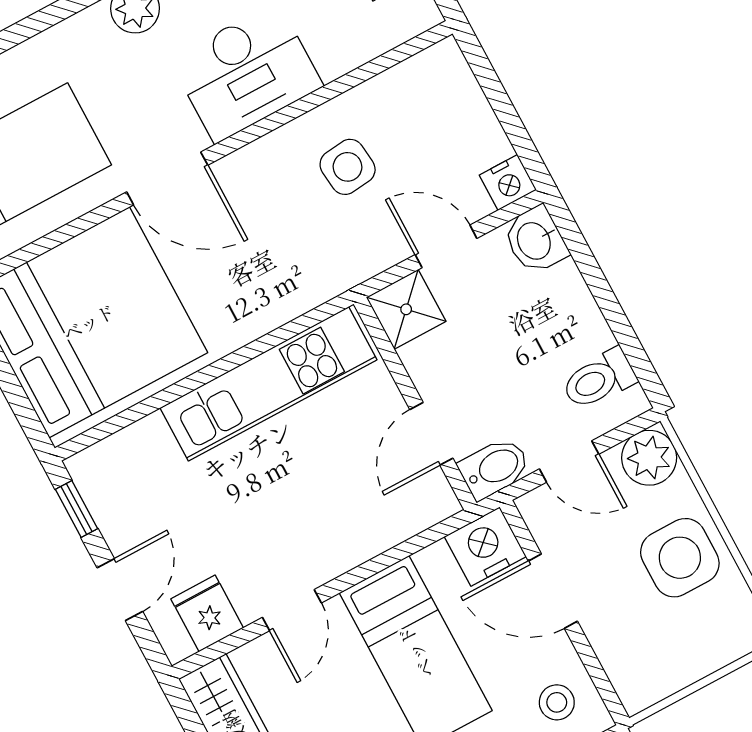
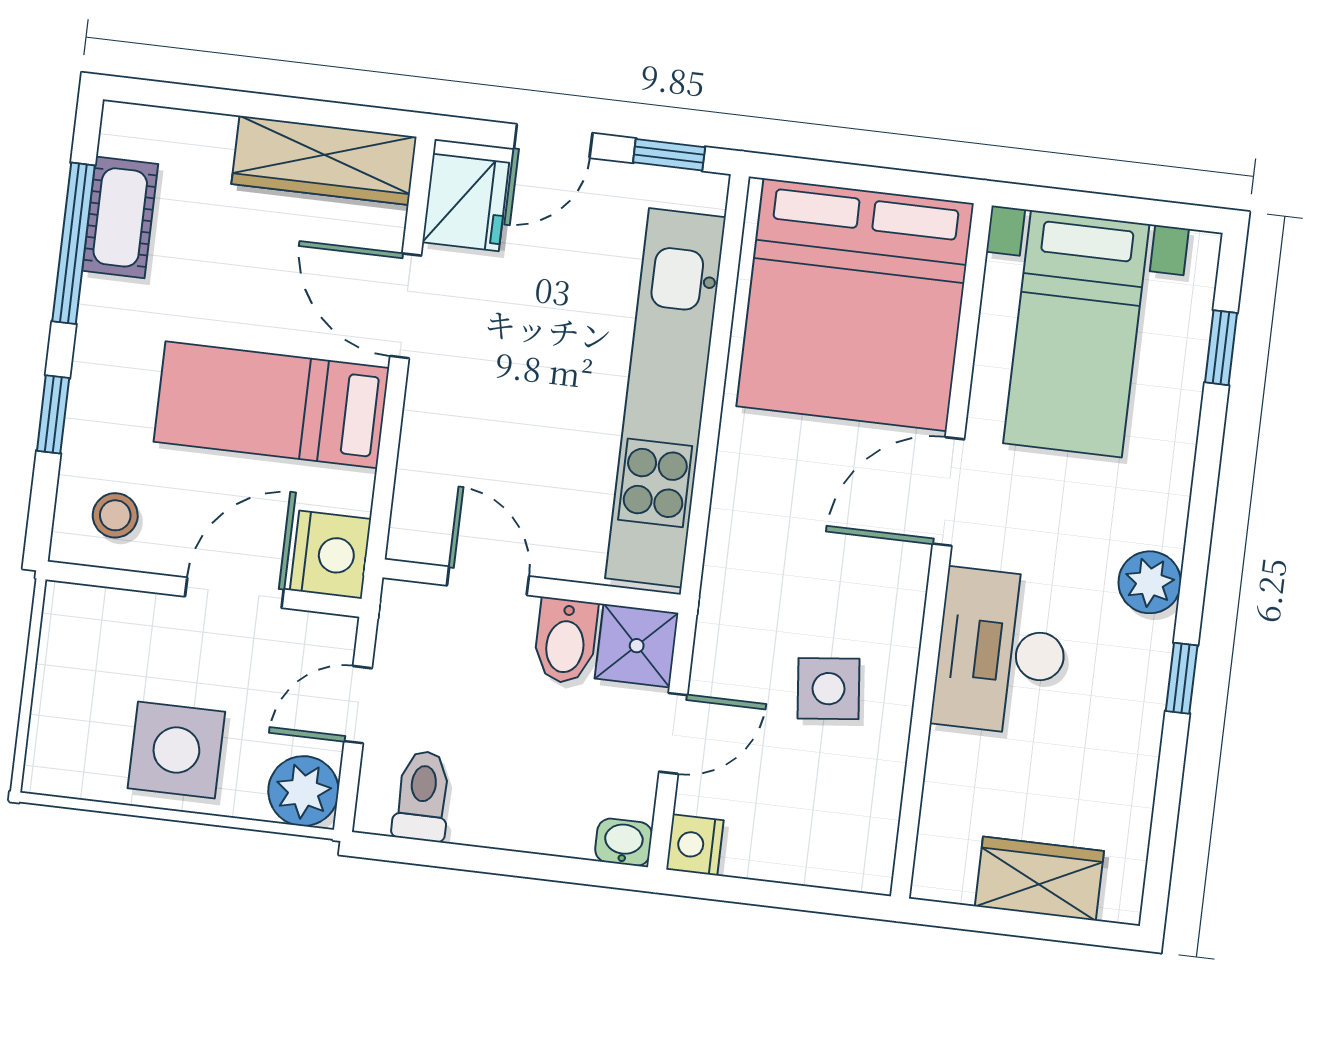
washbasin: (535, 240) -> (624, 842), width x0.72, depth x0.69
kitchen unit: (268, 384) -> (665, 398), width x1.36
bidet: (495, 468) -> (566, 641), moved
door: (120, 590) -> (553, 141), hinge flipped
door: (292, 610) -> (406, 306), width x1.38
fridge: (207, 613) -> (466, 203), width x1.38

